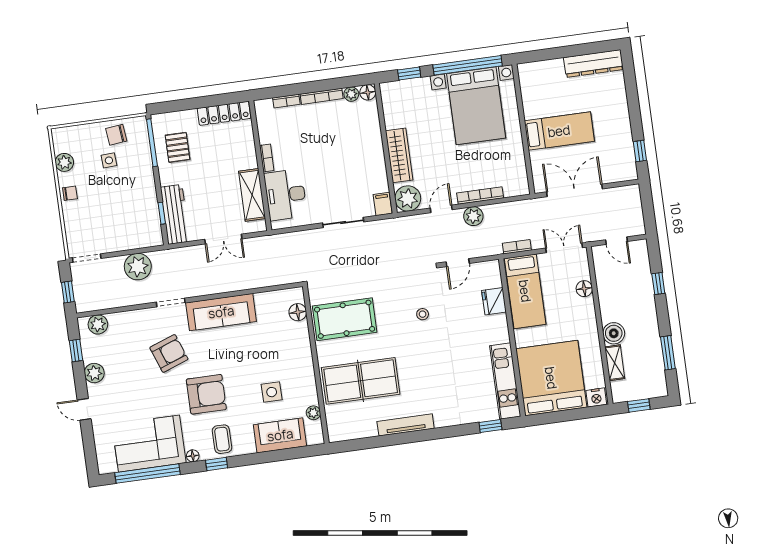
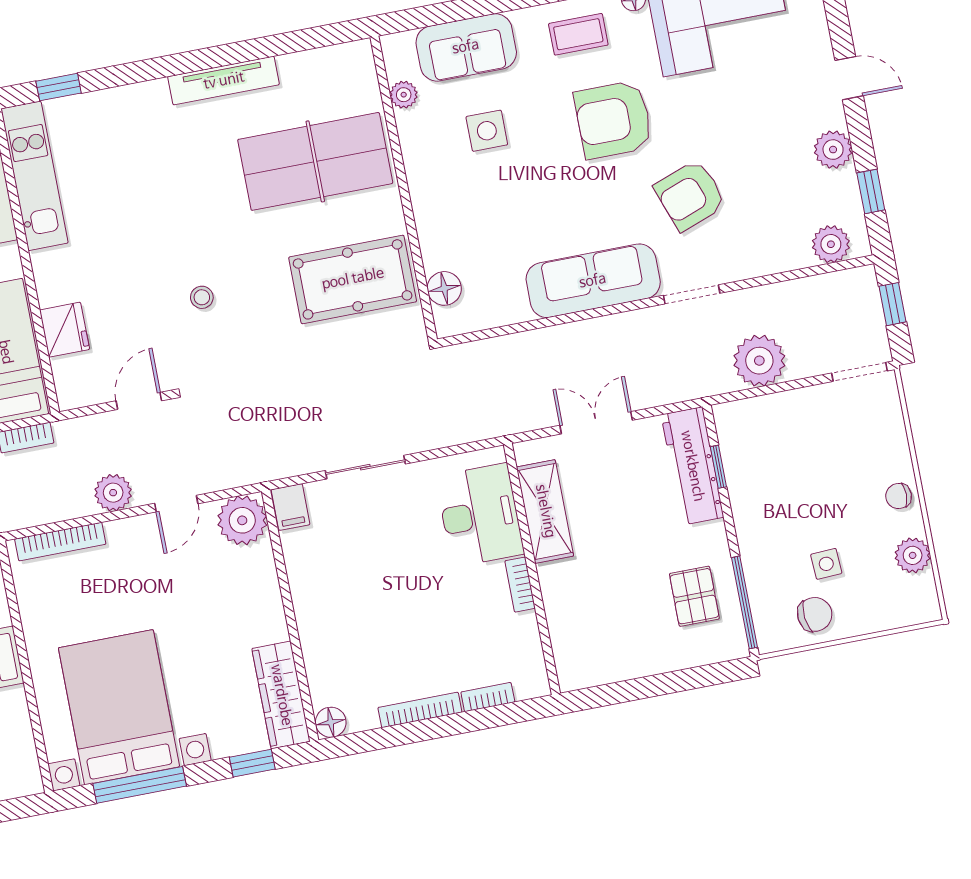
window: (468, 65) -> (140, 785), width x0.68
plant: (351, 94) -> (363, 717), removed
locker: (224, 113) -> (608, 667), removed
wardrobe: (399, 155) -> (281, 695), moved
bookcase: (480, 195) -> (60, 542), moved
coffee table: (222, 439) -> (578, 34), turned 90

